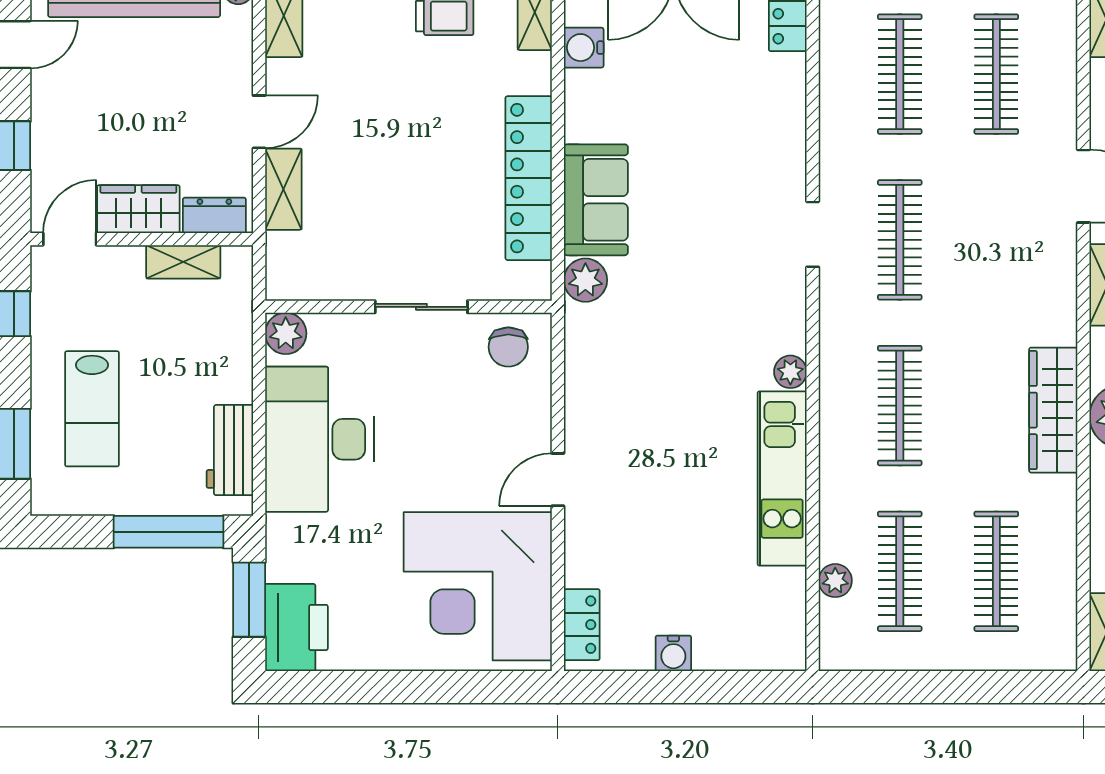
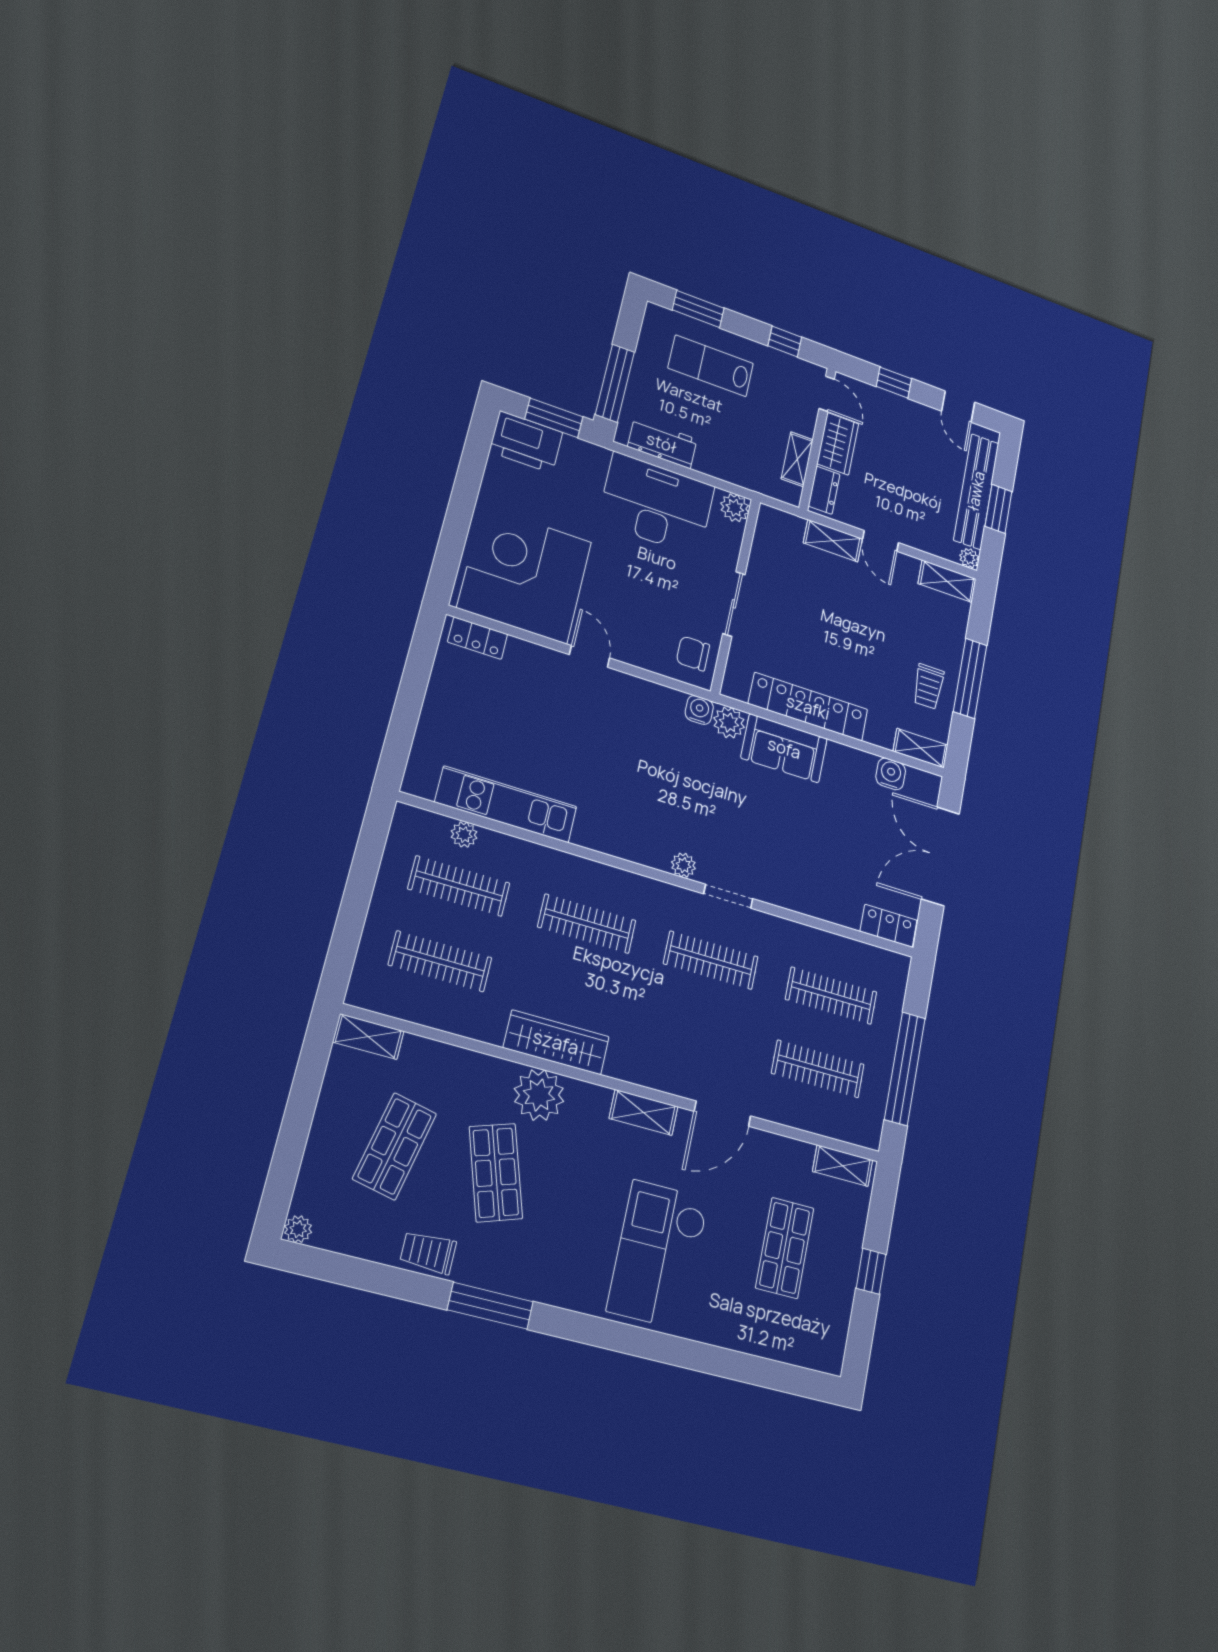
plant: (790, 372) -> (683, 865), moved
kitchen unit: (782, 478) -> (506, 804), moved
water cooler: (673, 653) -> (699, 710), moved, turned 90

